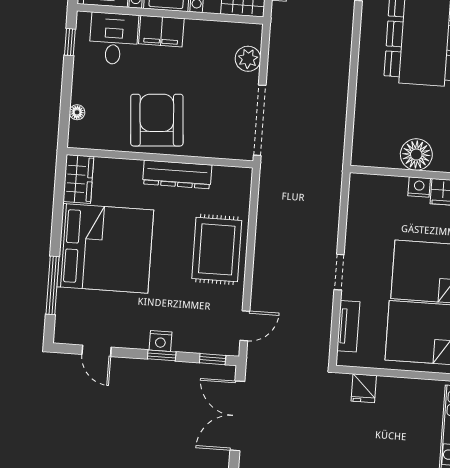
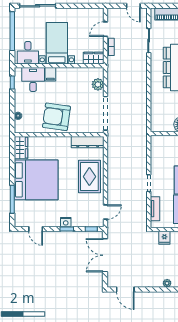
filing cabinet: (161, 31) -> (50, 74), width x0.50
armchair: (157, 120) -> (56, 117), turned -78
dresser: (177, 174) -> (88, 142), moved

